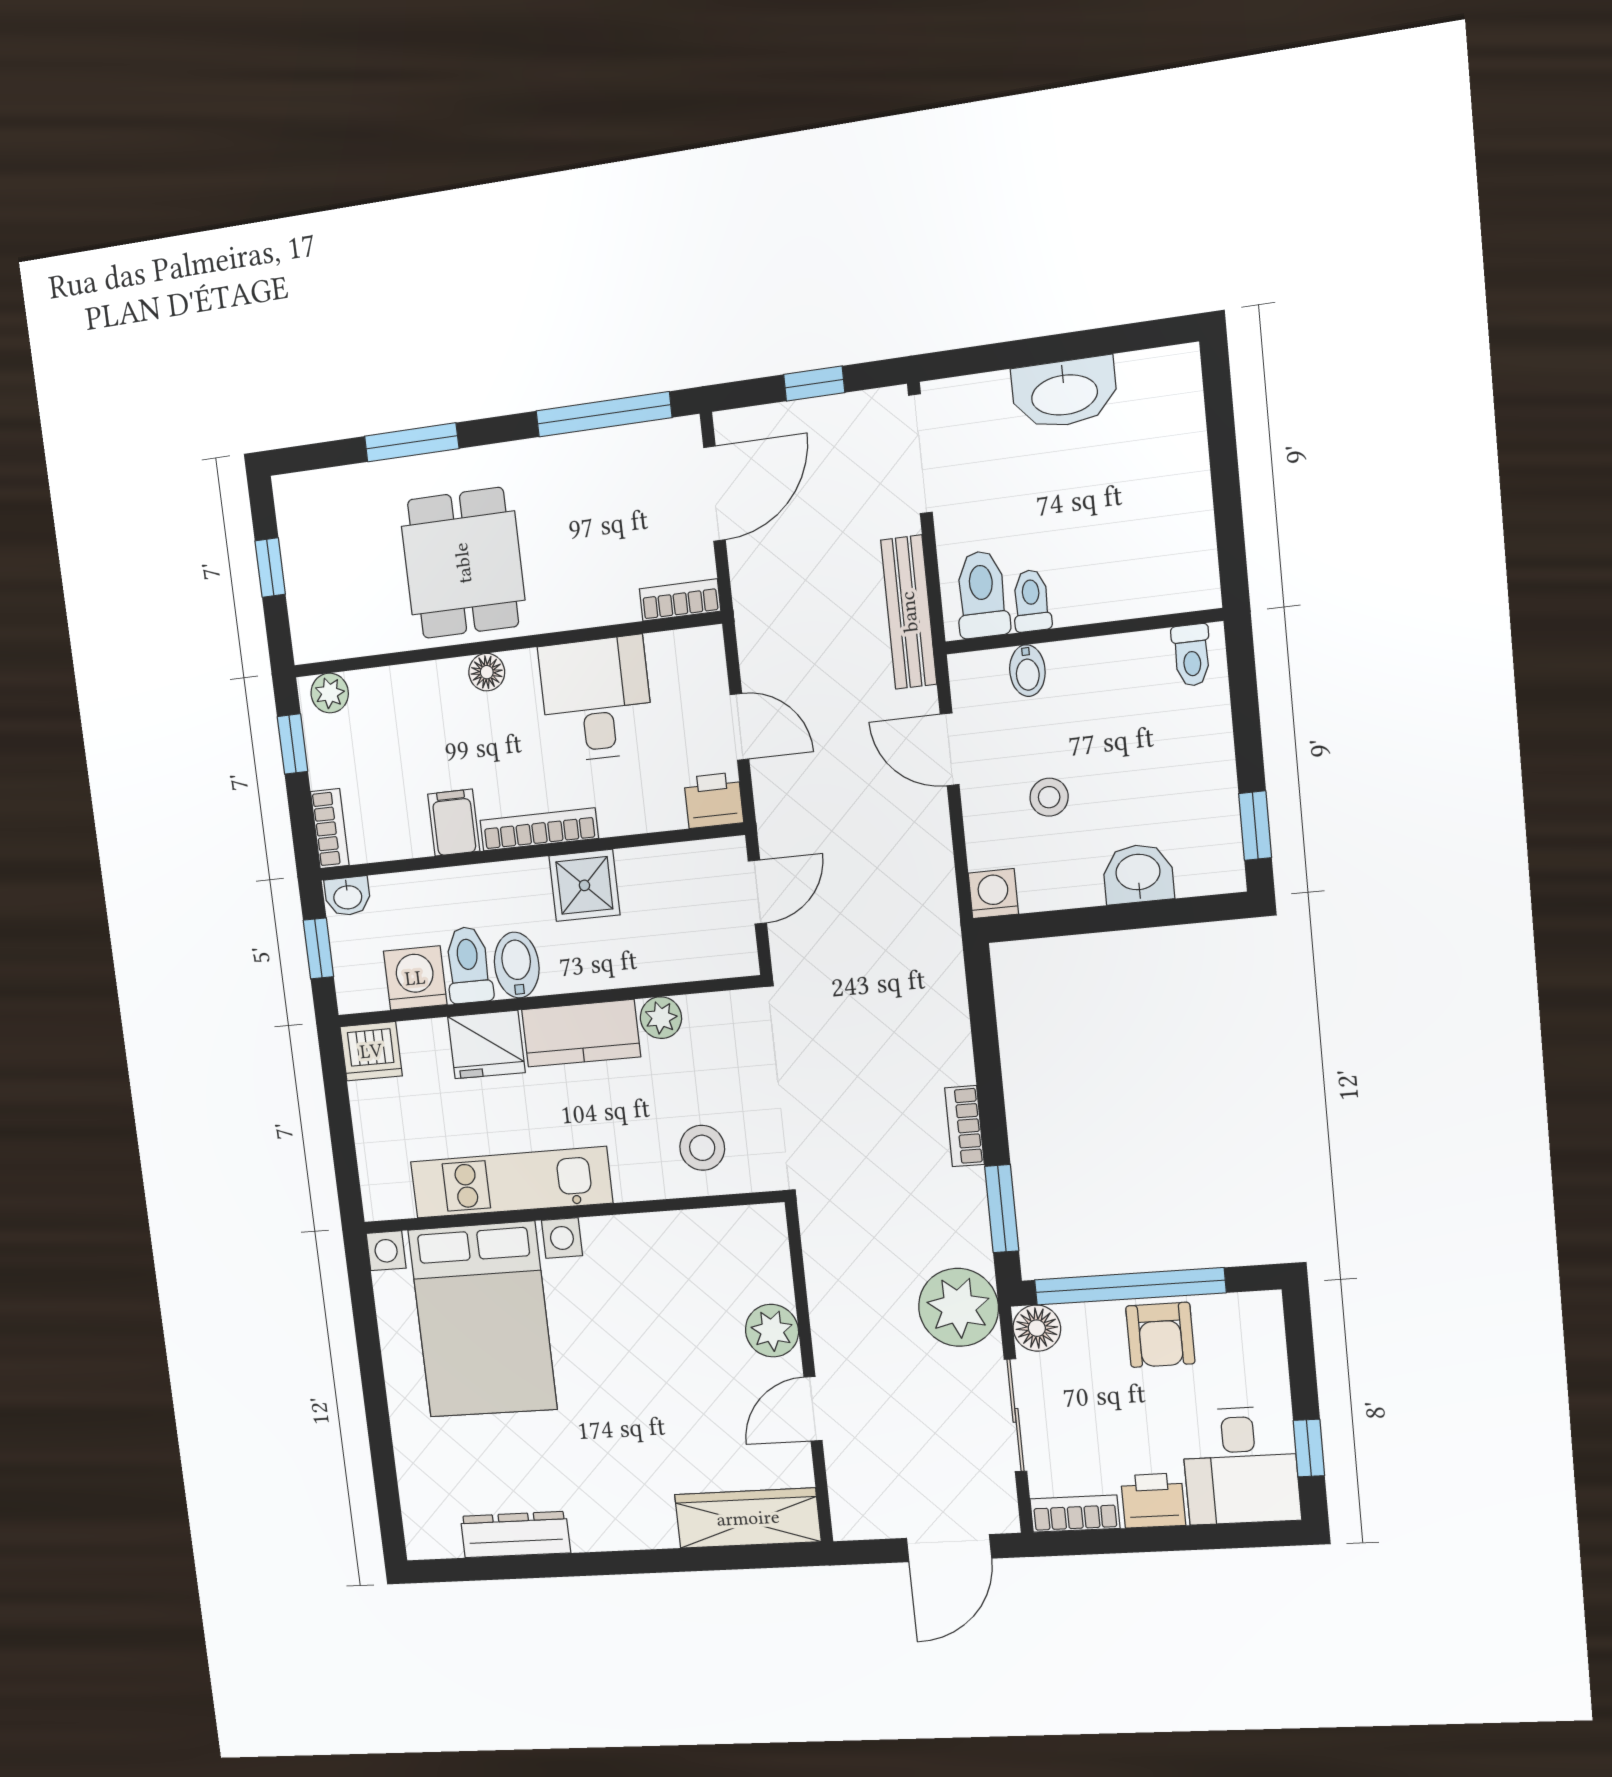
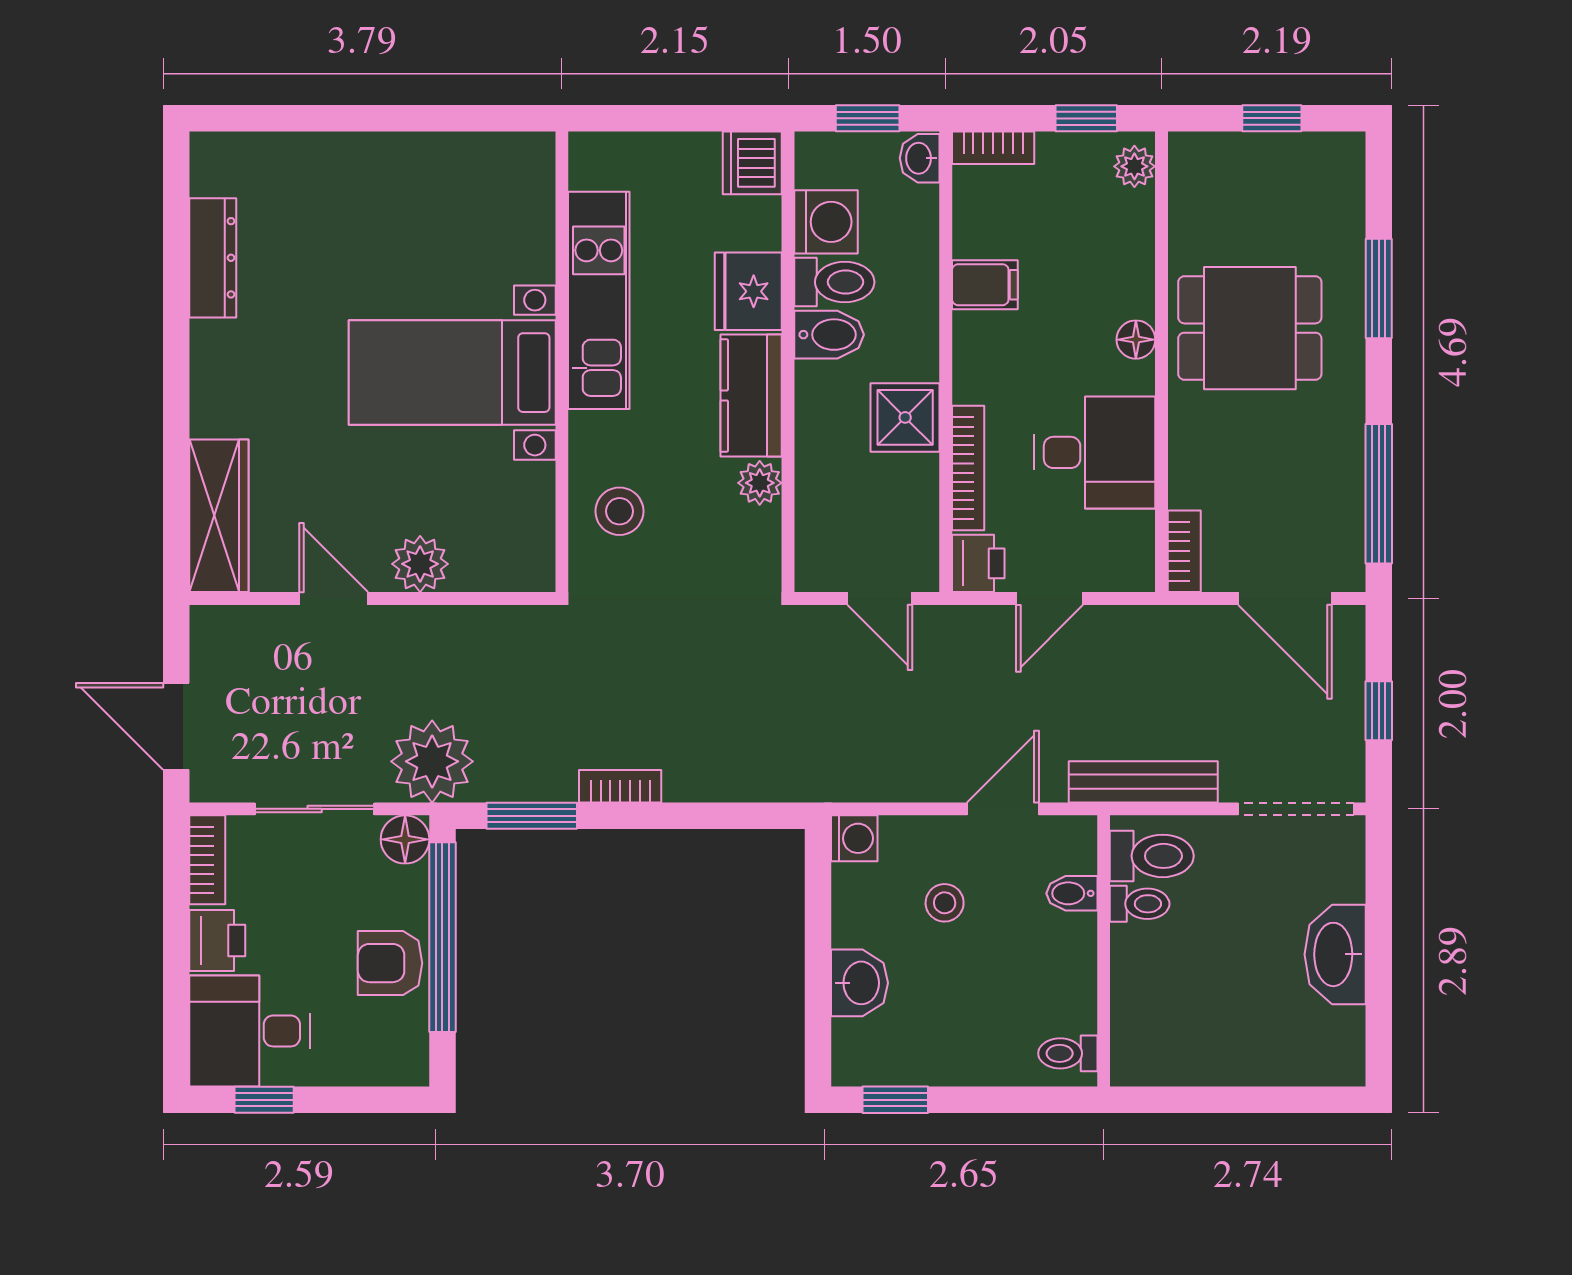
bookcase: (539, 829) -> (968, 468), moved
bed with nightstands: (482, 1320) -> (452, 373), moved, width x0.73

